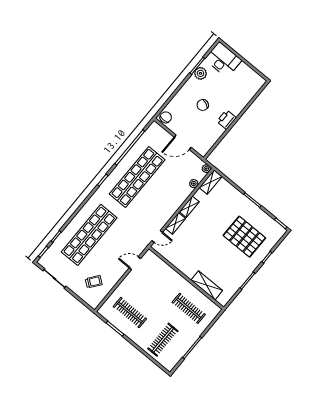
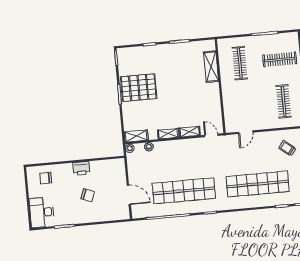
plant: (201, 73) -> (67, 219), removed
chair: (166, 117) -> (46, 178), moved
door: (183, 142) -> (129, 195), moved
pallet: (244, 237) -> (139, 88), moved, turned 90
door: (135, 263) -> (246, 132), hinge flipped

